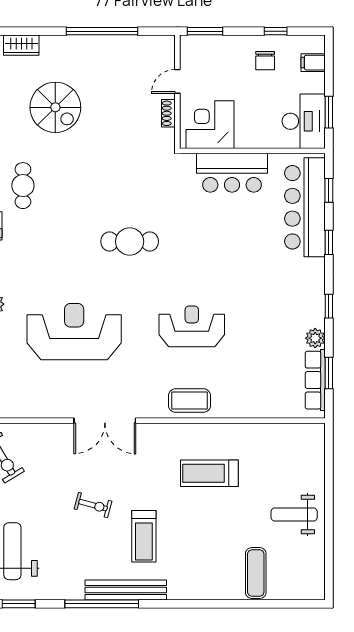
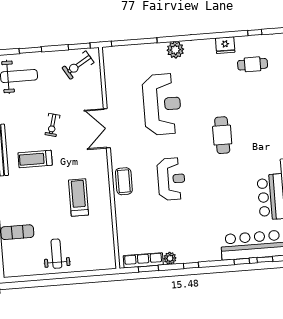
window: (329, 242) -> (242, 261), moved

